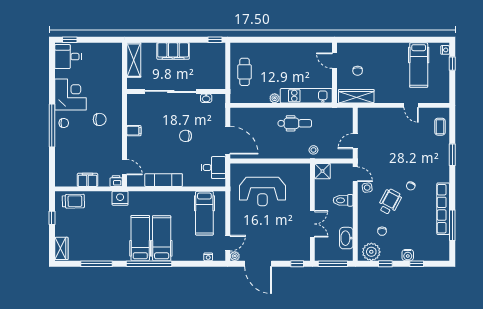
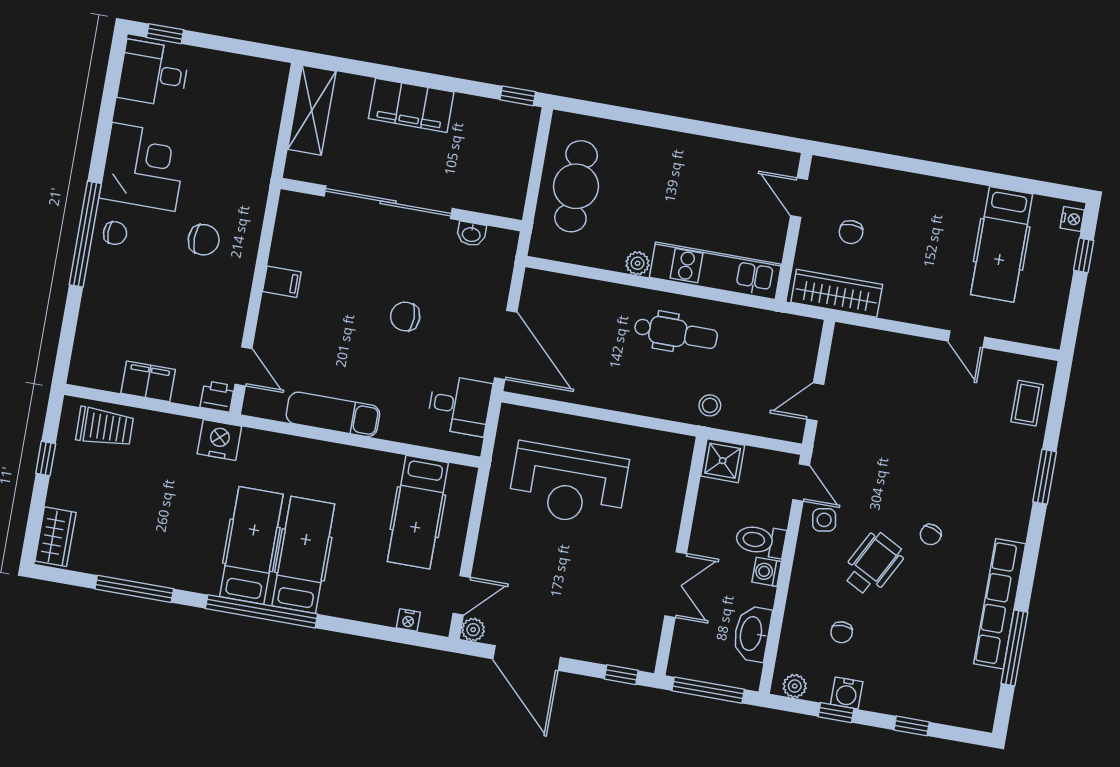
cafe table: (245, 72) -> (576, 186), width x1.37, depth x1.35
washing machine: (348, 212) -> (767, 572), added
plant: (371, 252) -> (795, 686), width x0.53, depth x0.53
water cooler: (408, 255) -> (847, 693), moved

